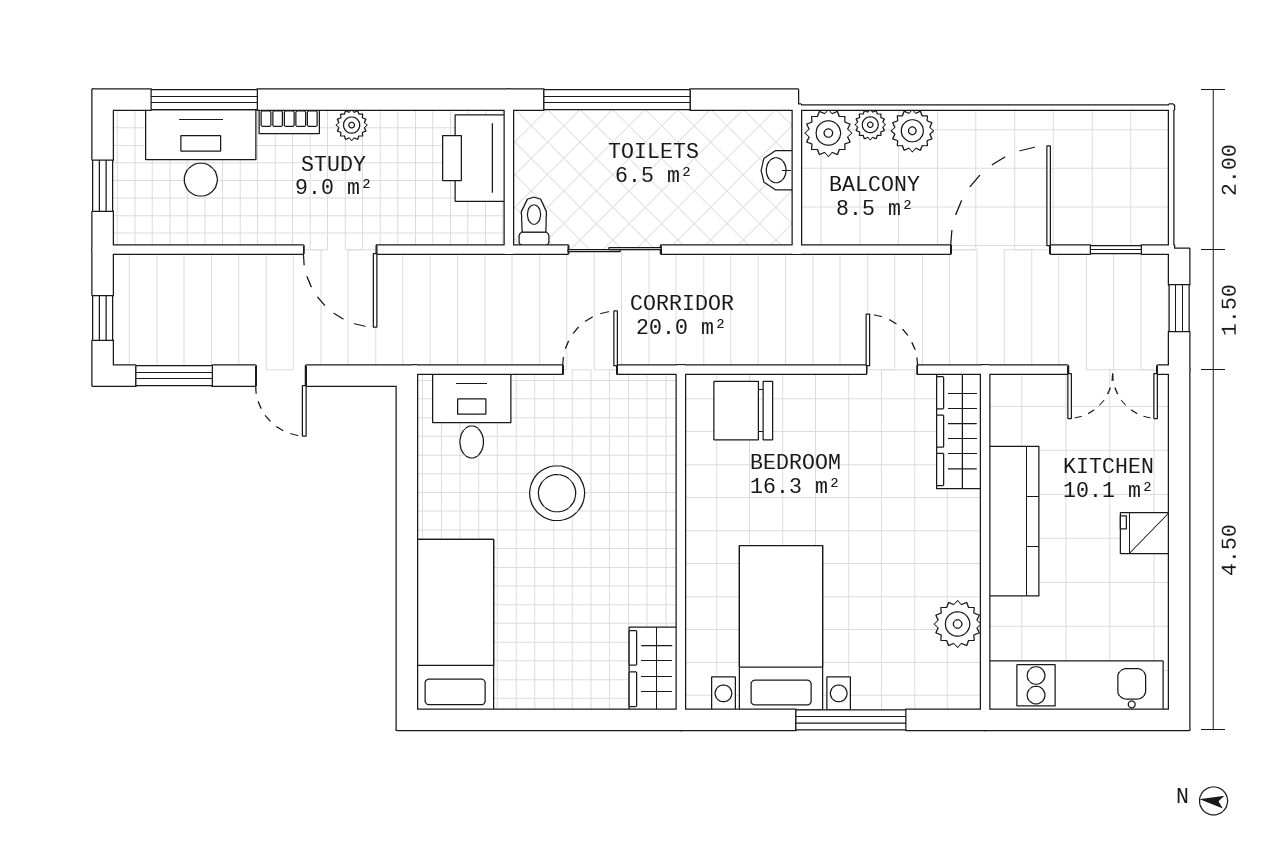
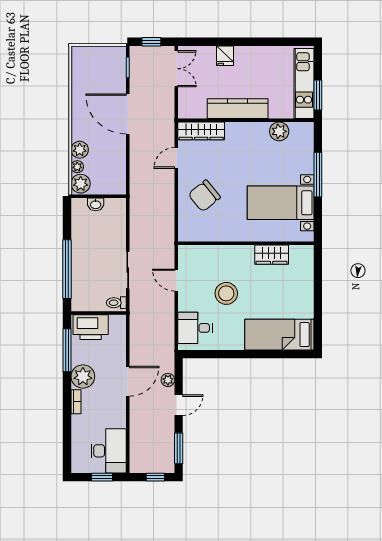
window: (204, 100) -> (67, 350), moved
plant: (352, 125) -> (83, 376), width x1.88, depth x1.88
desk: (201, 153) -> (109, 451), moved, turned 180
plant: (343, 349) -> (168, 380), added
chair: (743, 411) -> (204, 196), moved, turned 51
fridge: (1145, 533) -> (225, 56), moved
wardrobe: (653, 669) -> (272, 255), moved
window: (1048, 720) -> (318, 95), added

